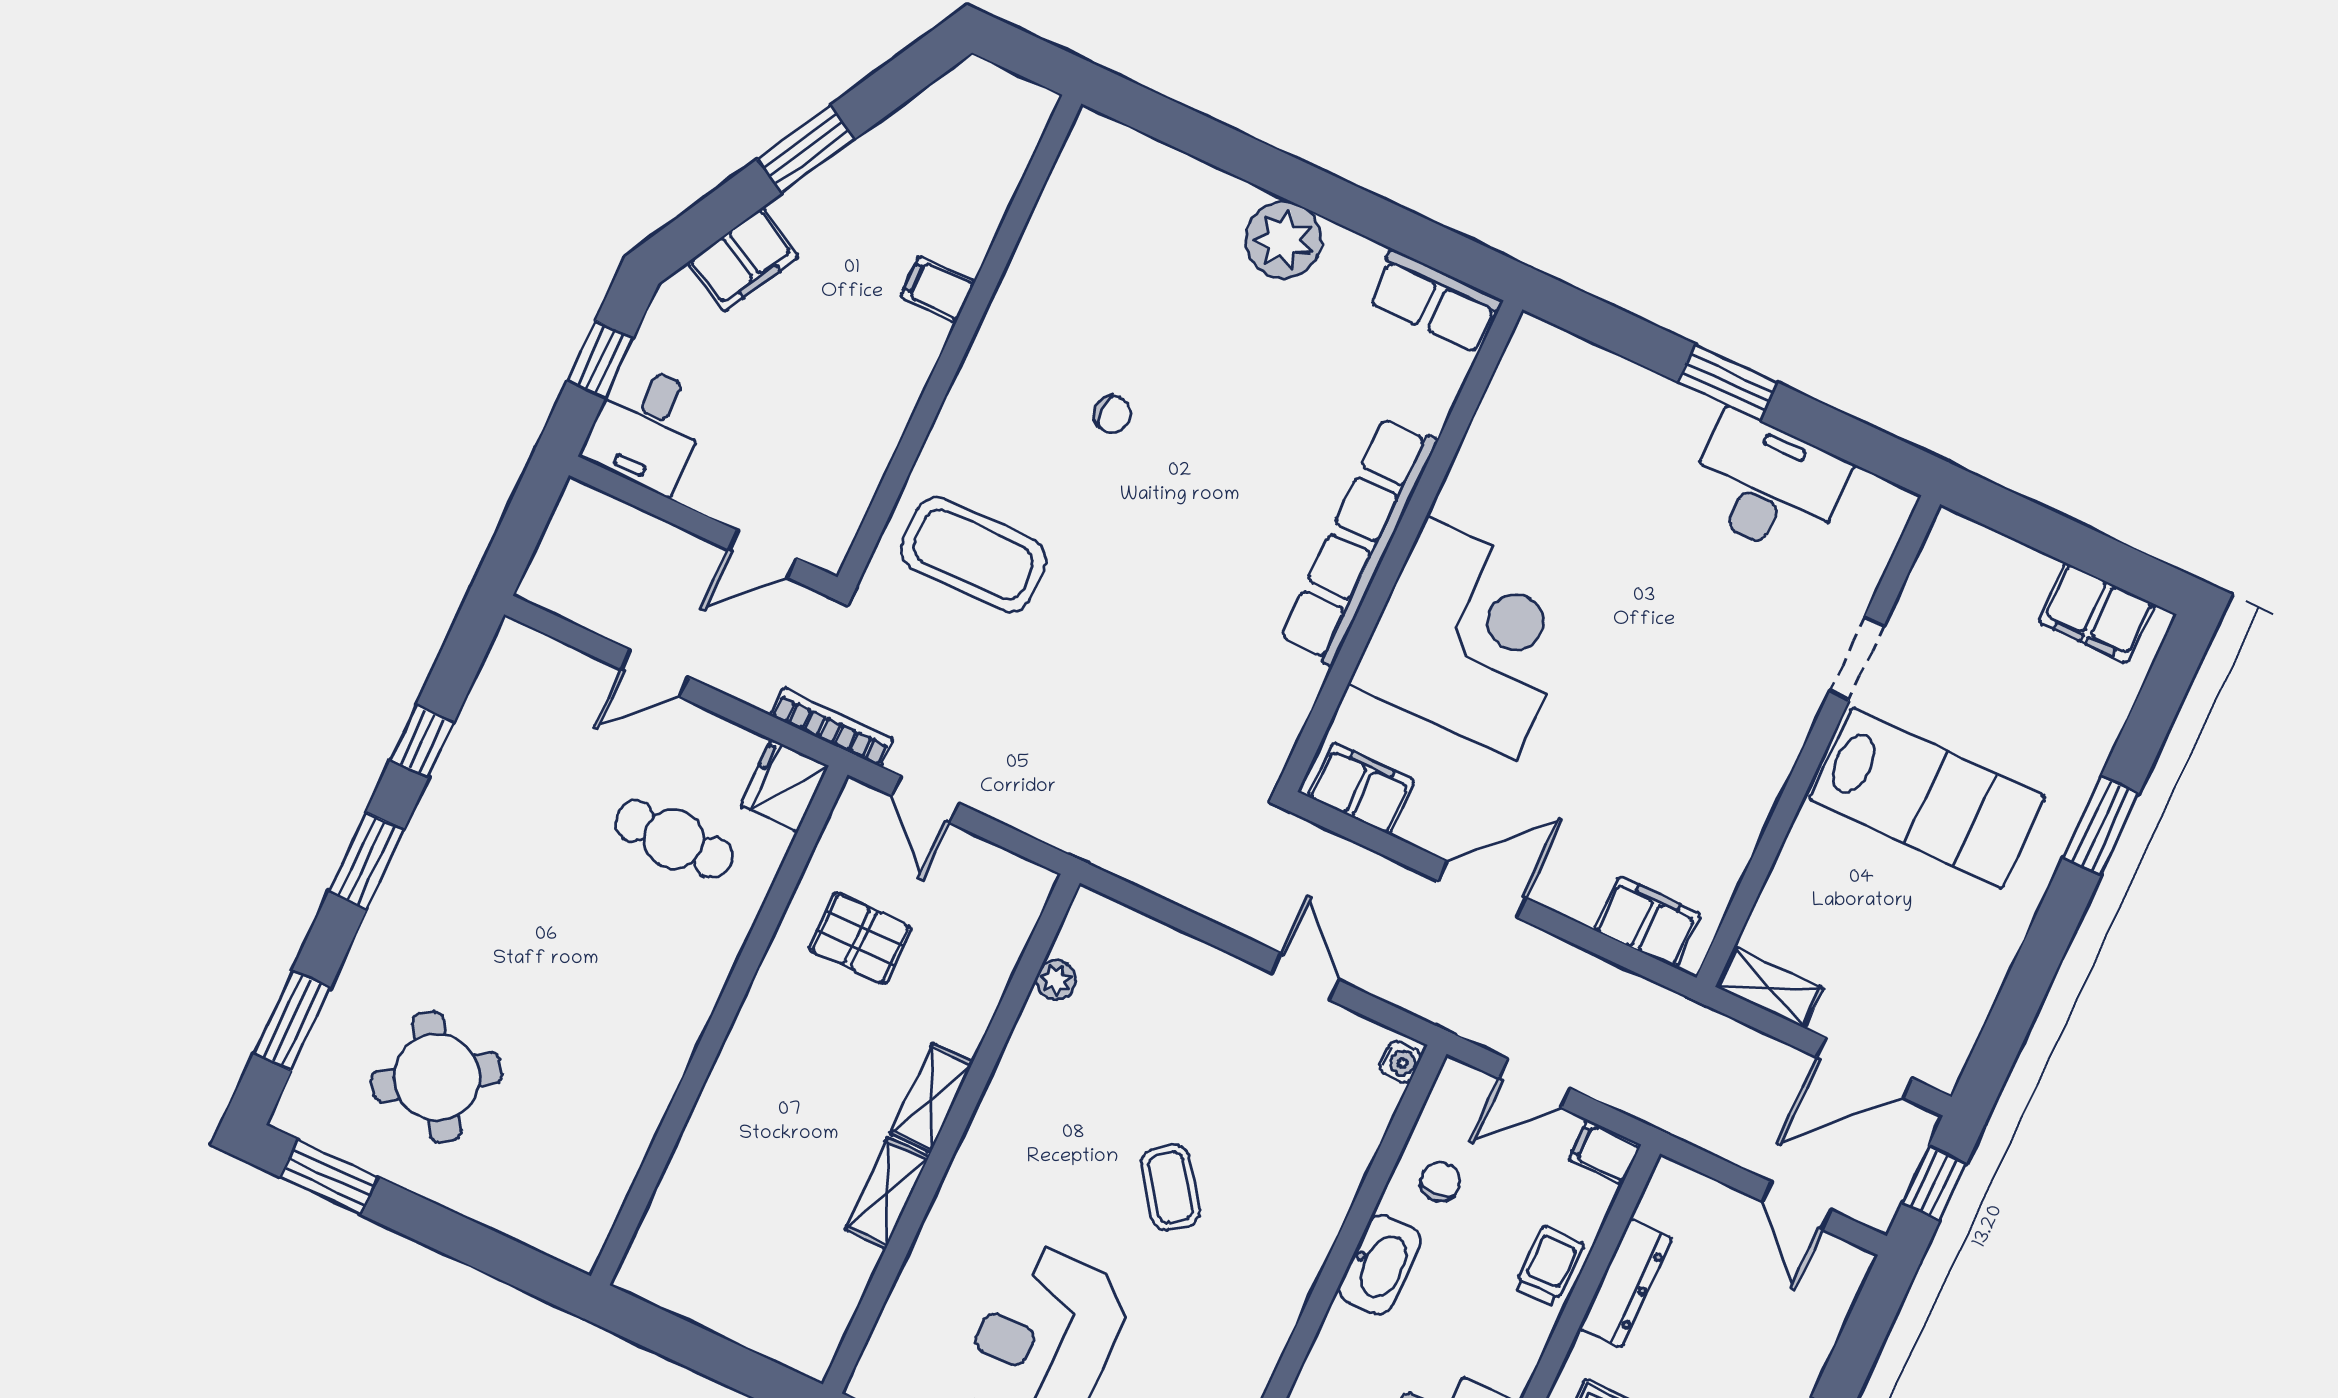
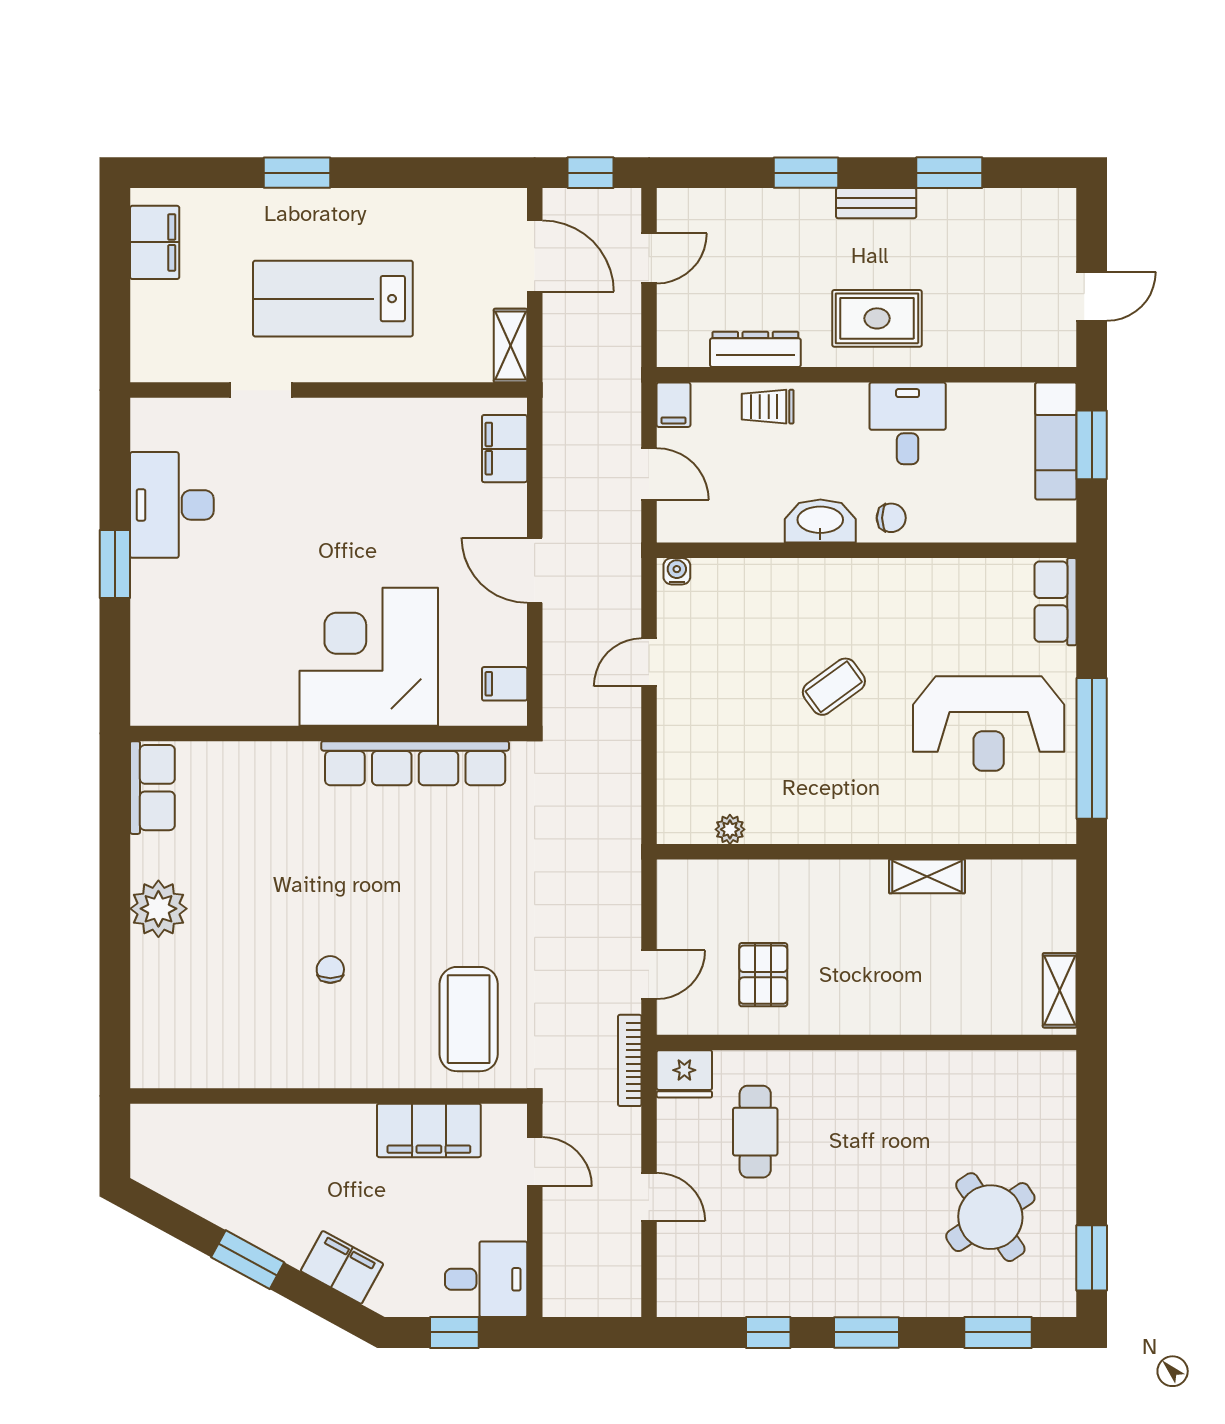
filing cabinet: (938, 289) -> (429, 1130), moved, width x3.00, depth x1.17
row of seats: (1359, 541) -> (415, 763), moved
filing cabinet: (1361, 788) -> (505, 684), width x0.50
lab bench: (1927, 798) -> (333, 299), turned -90
shelving: (932, 1098) -> (1060, 990), moved, turned 90
chair: (1440, 1182) -> (891, 518), moved, turned 180

